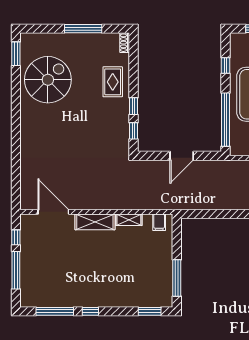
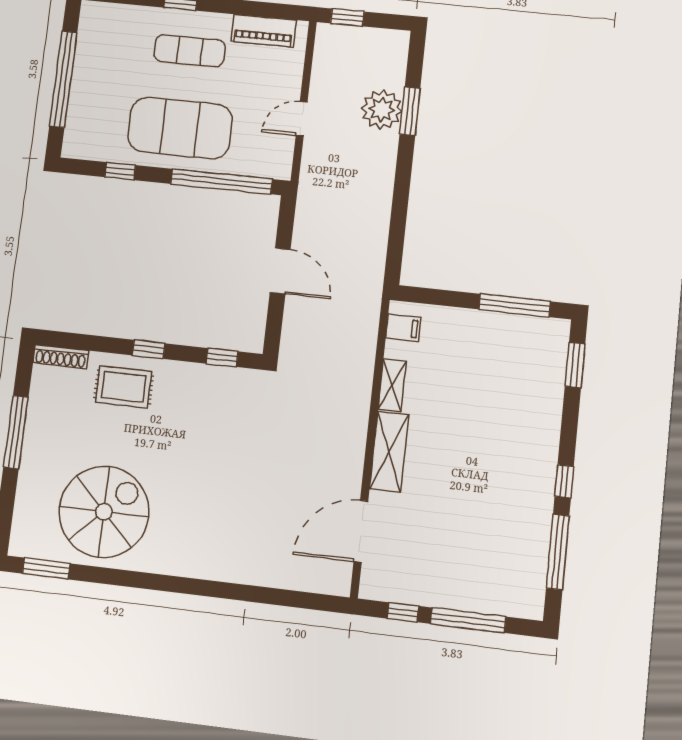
shoe rack: (125, 43) -> (61, 357), width x1.43
spiral stairs: (48, 80) -> (104, 512), turned 90
window: (133, 106) -> (149, 349), moved

